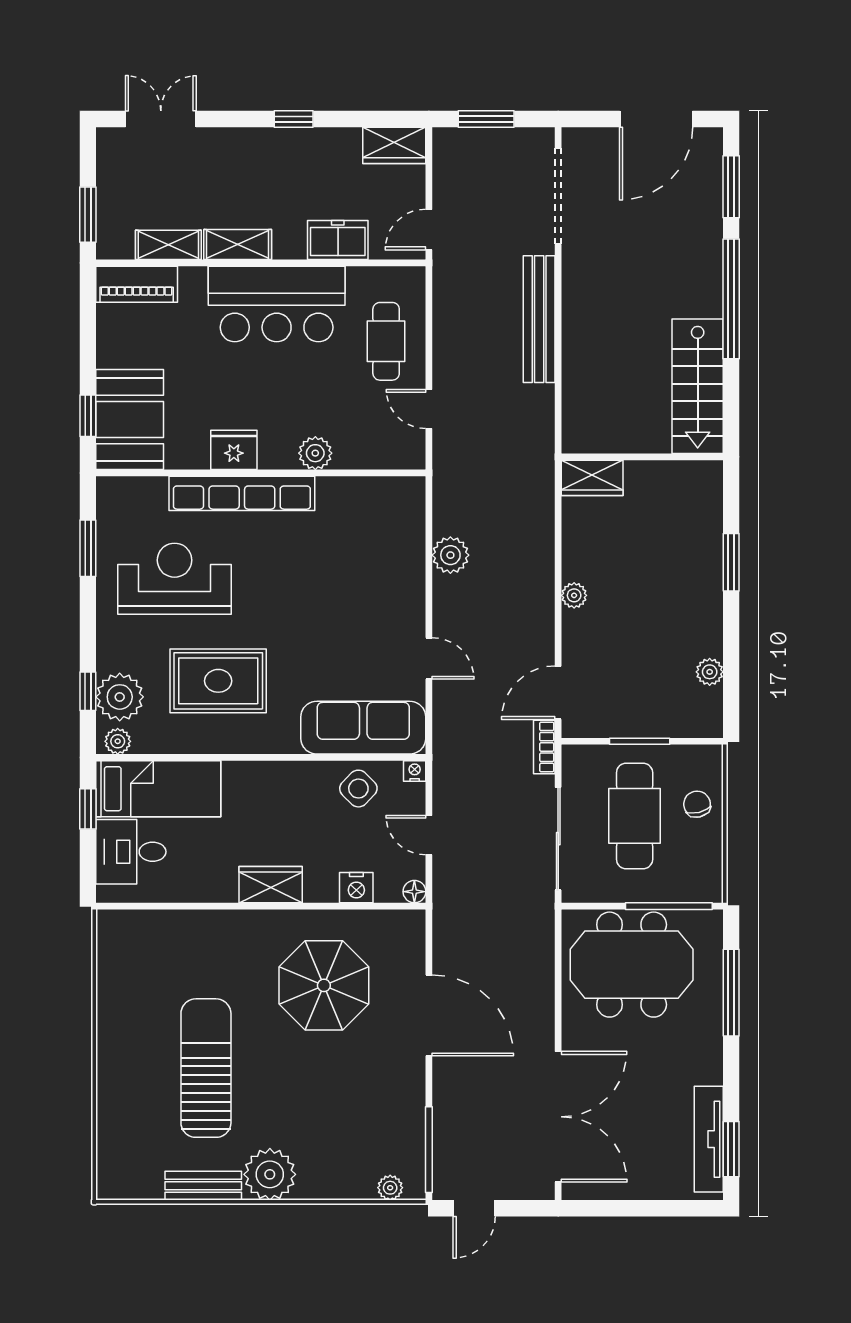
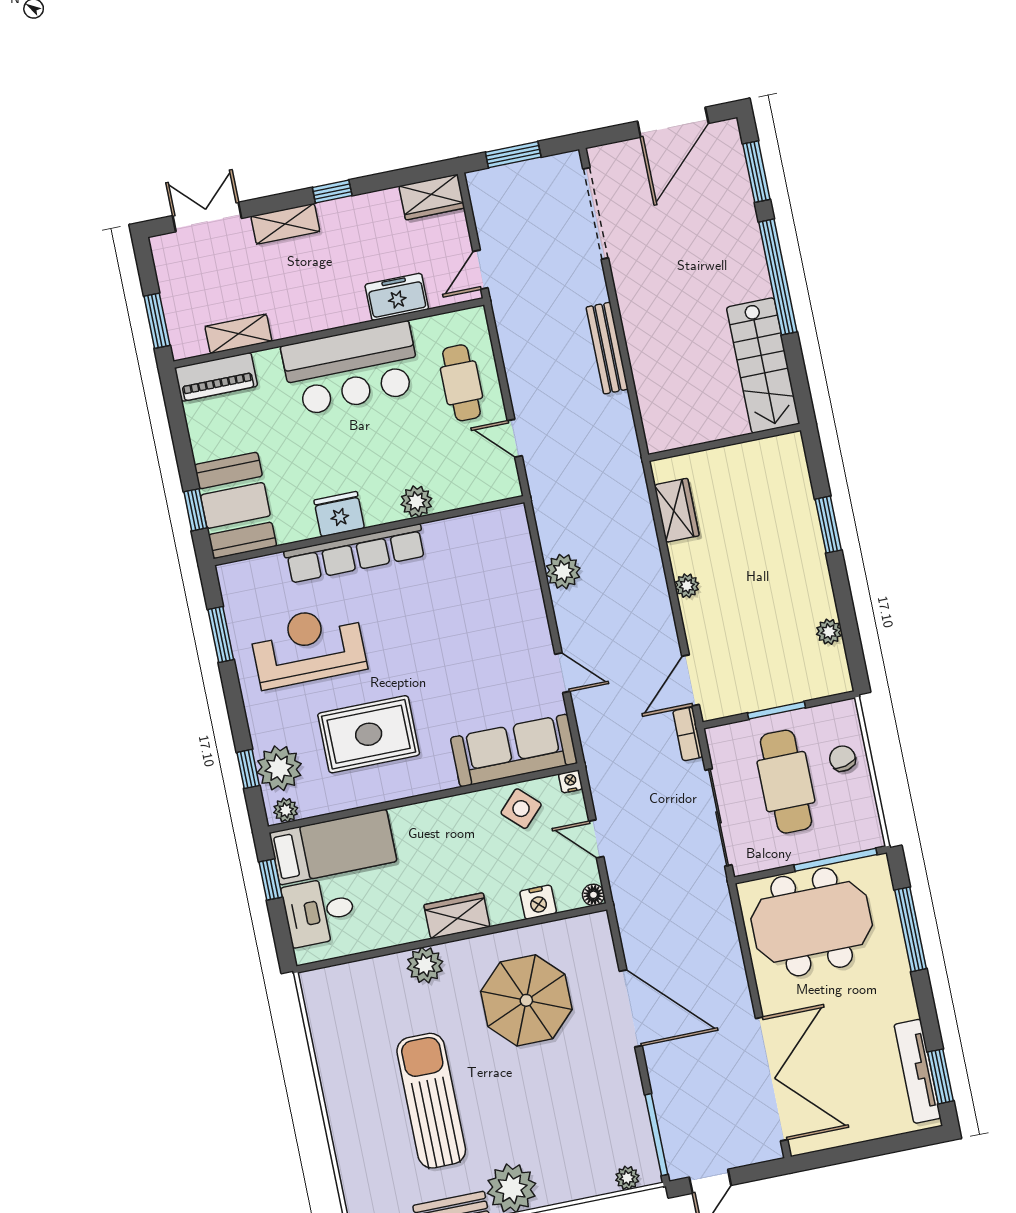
shelving: (238, 244) -> (285, 224), moved
bench: (539, 319) -> (607, 348), width x0.73, depth x0.82
wardrobe: (592, 478) -> (677, 510), moved, turned -90
plant: (228, 928) -> (425, 965), added

